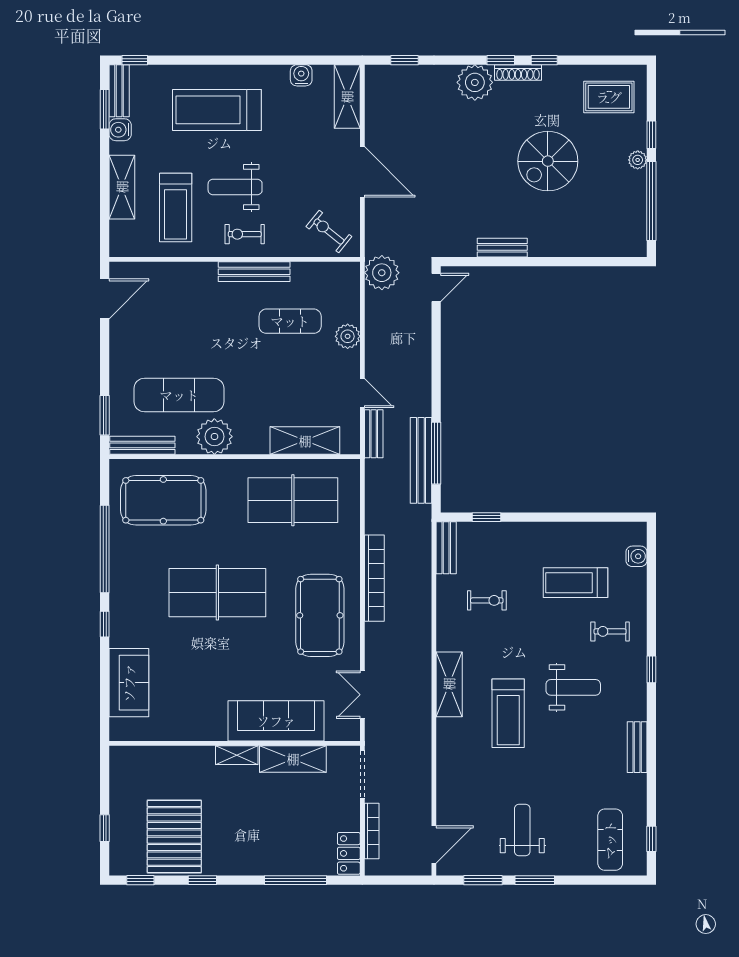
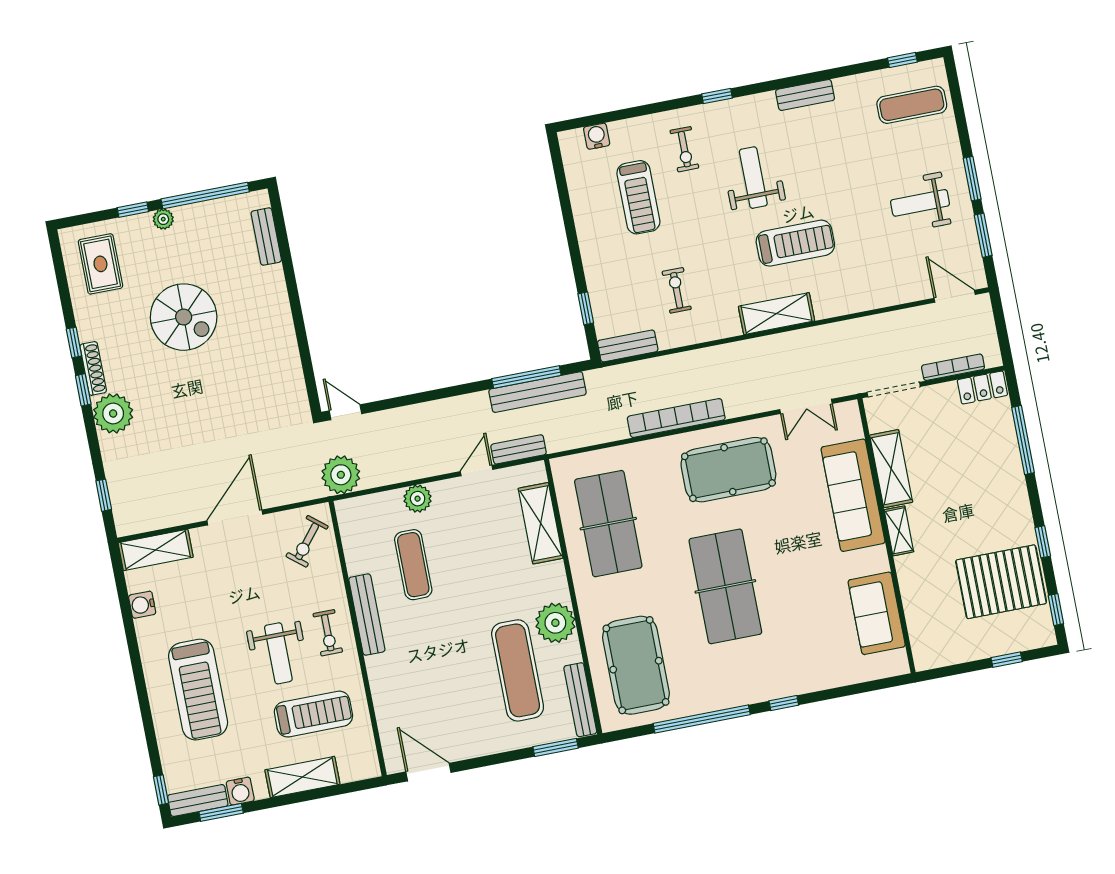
bench: (502, 248) -> (266, 237), moved
sofa: (129, 683) -> (877, 613), moved, turned -90

